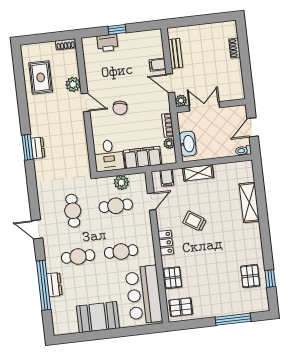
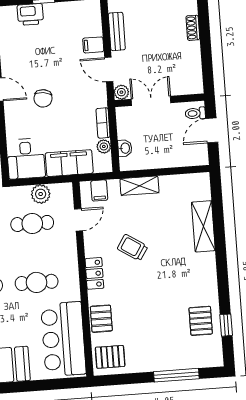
washbasin: (188, 144) -> (125, 148), width x0.52, depth x0.69
toilet: (243, 150) -> (195, 113), moved

